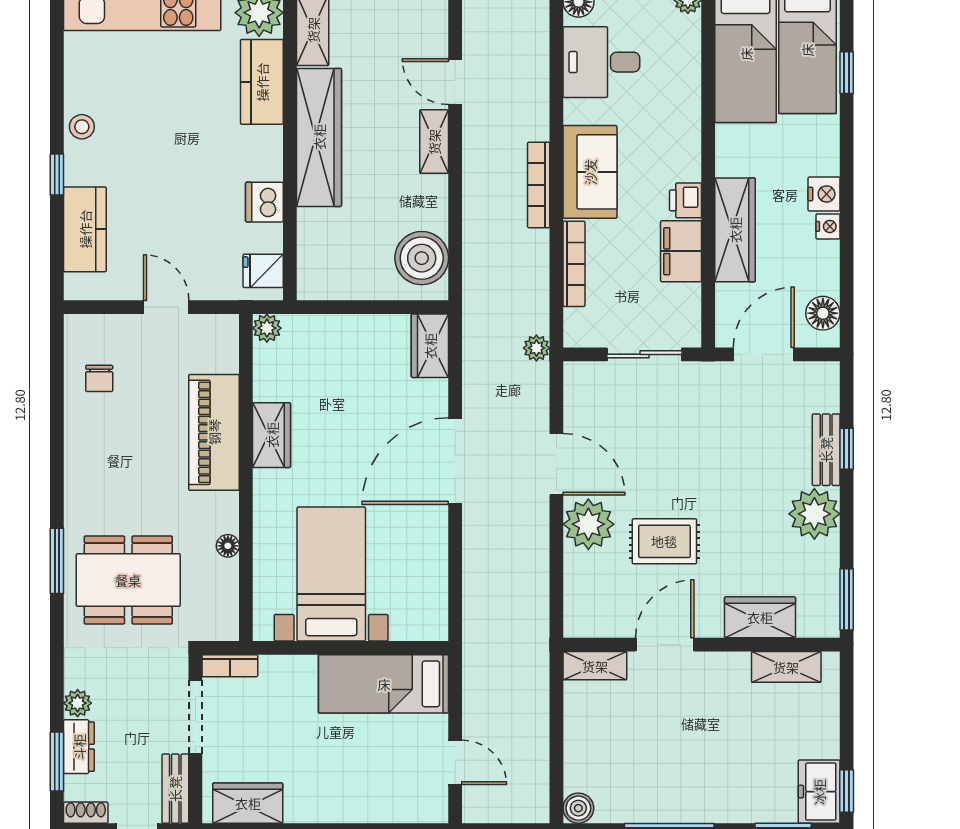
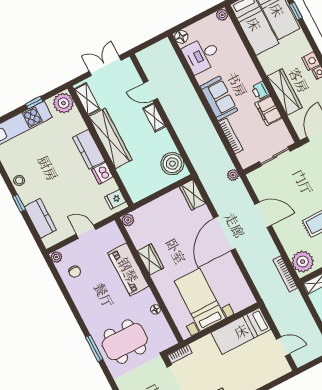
kitchen counter: (262, 82) -> (89, 149), moved
bookcase: (539, 185) -> (285, 274), moved
plant: (77, 328) -> (56, 257), added
plant: (588, 524) -> (303, 262), moved

